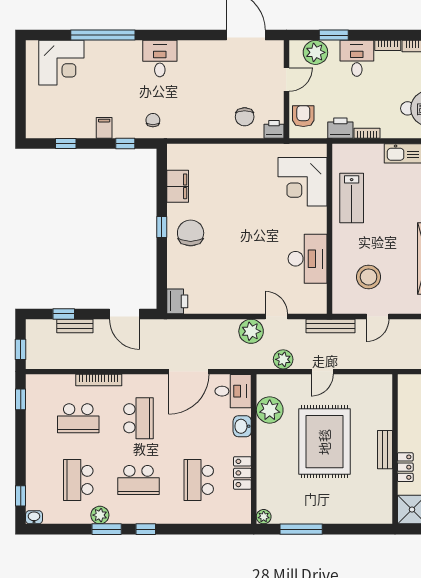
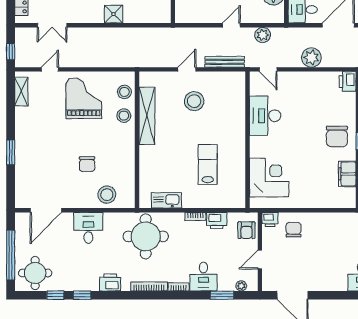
plant: (315, 52) -> (241, 286), width x0.53, depth x0.53
corner desk: (303, 182) -> (269, 177), moved
wall: (330, 229) -> (247, 140), moved
desk: (308, 259) -> (265, 116), moved
plant: (251, 331) -> (311, 58), moved

